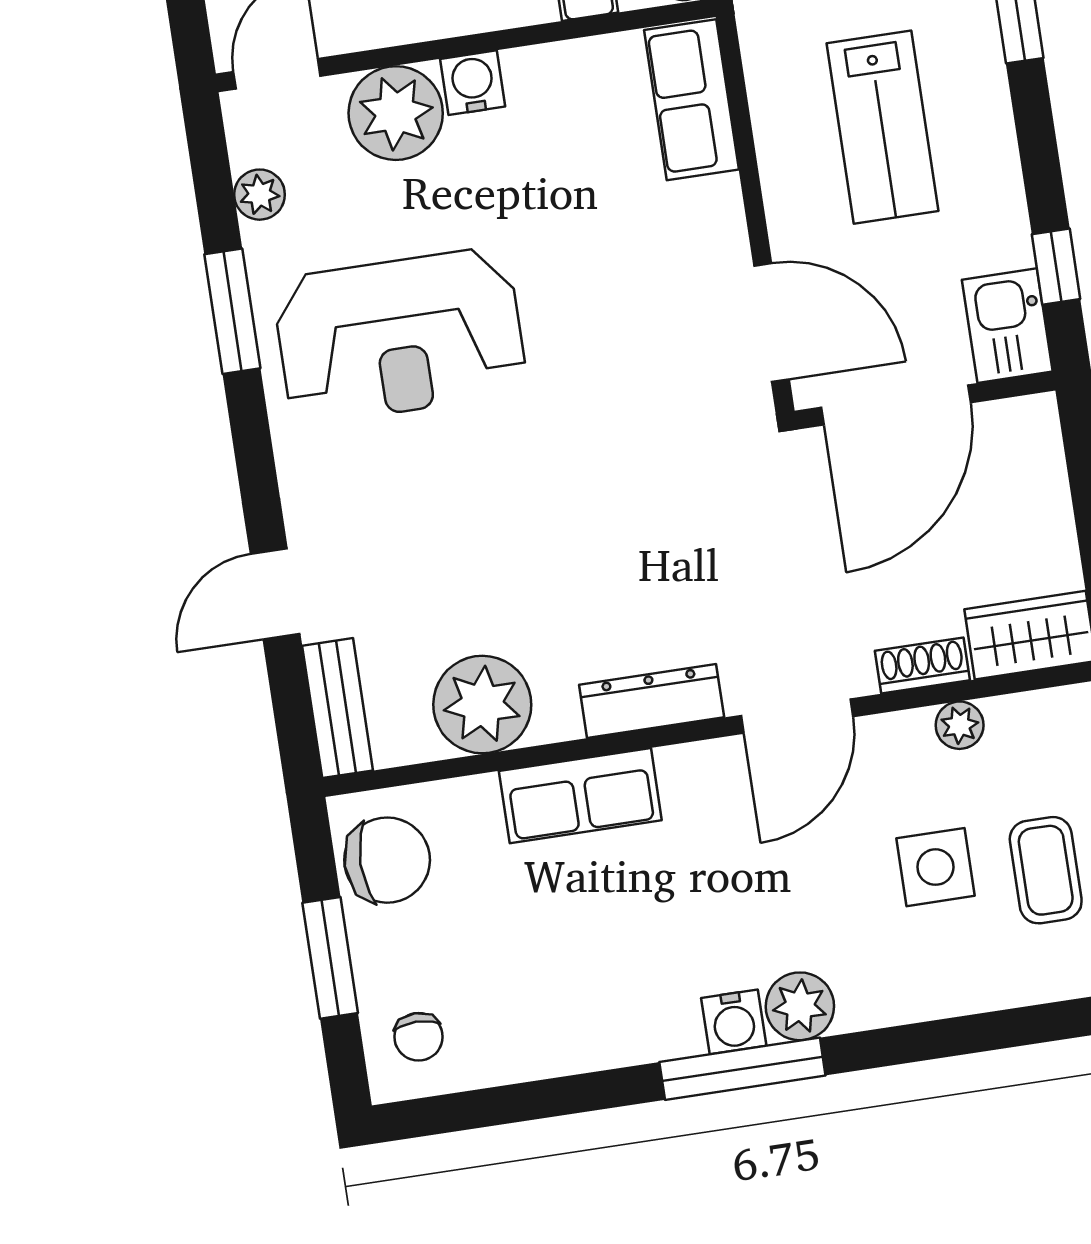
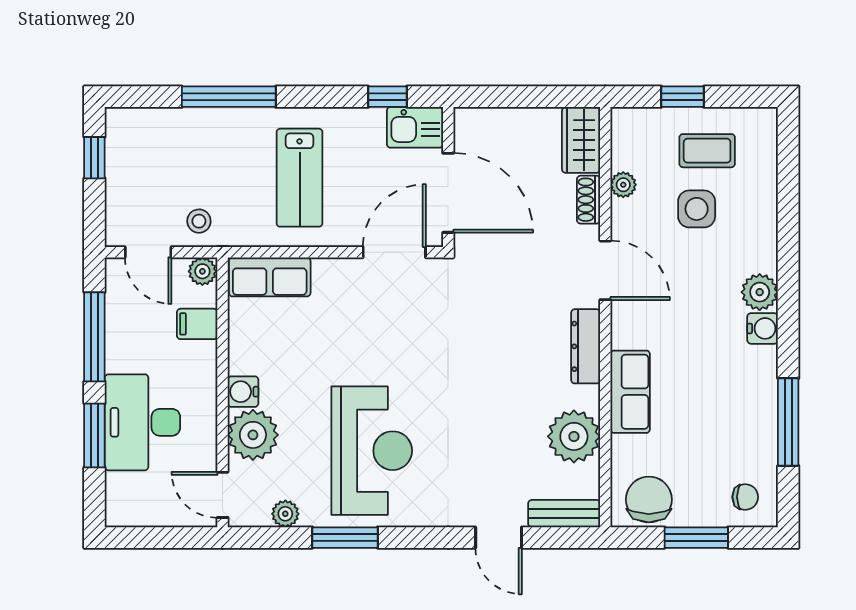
lab bench: (882, 127) -> (300, 178), turned 90
window: (742, 1069) -> (788, 422), moved

